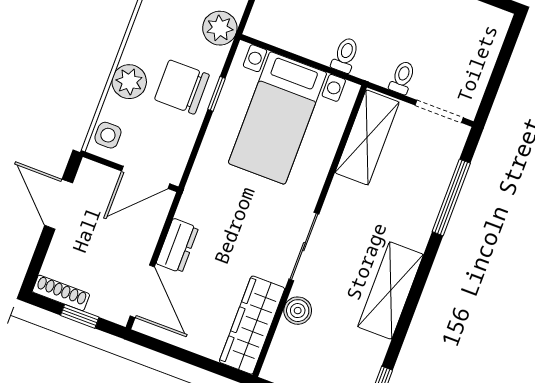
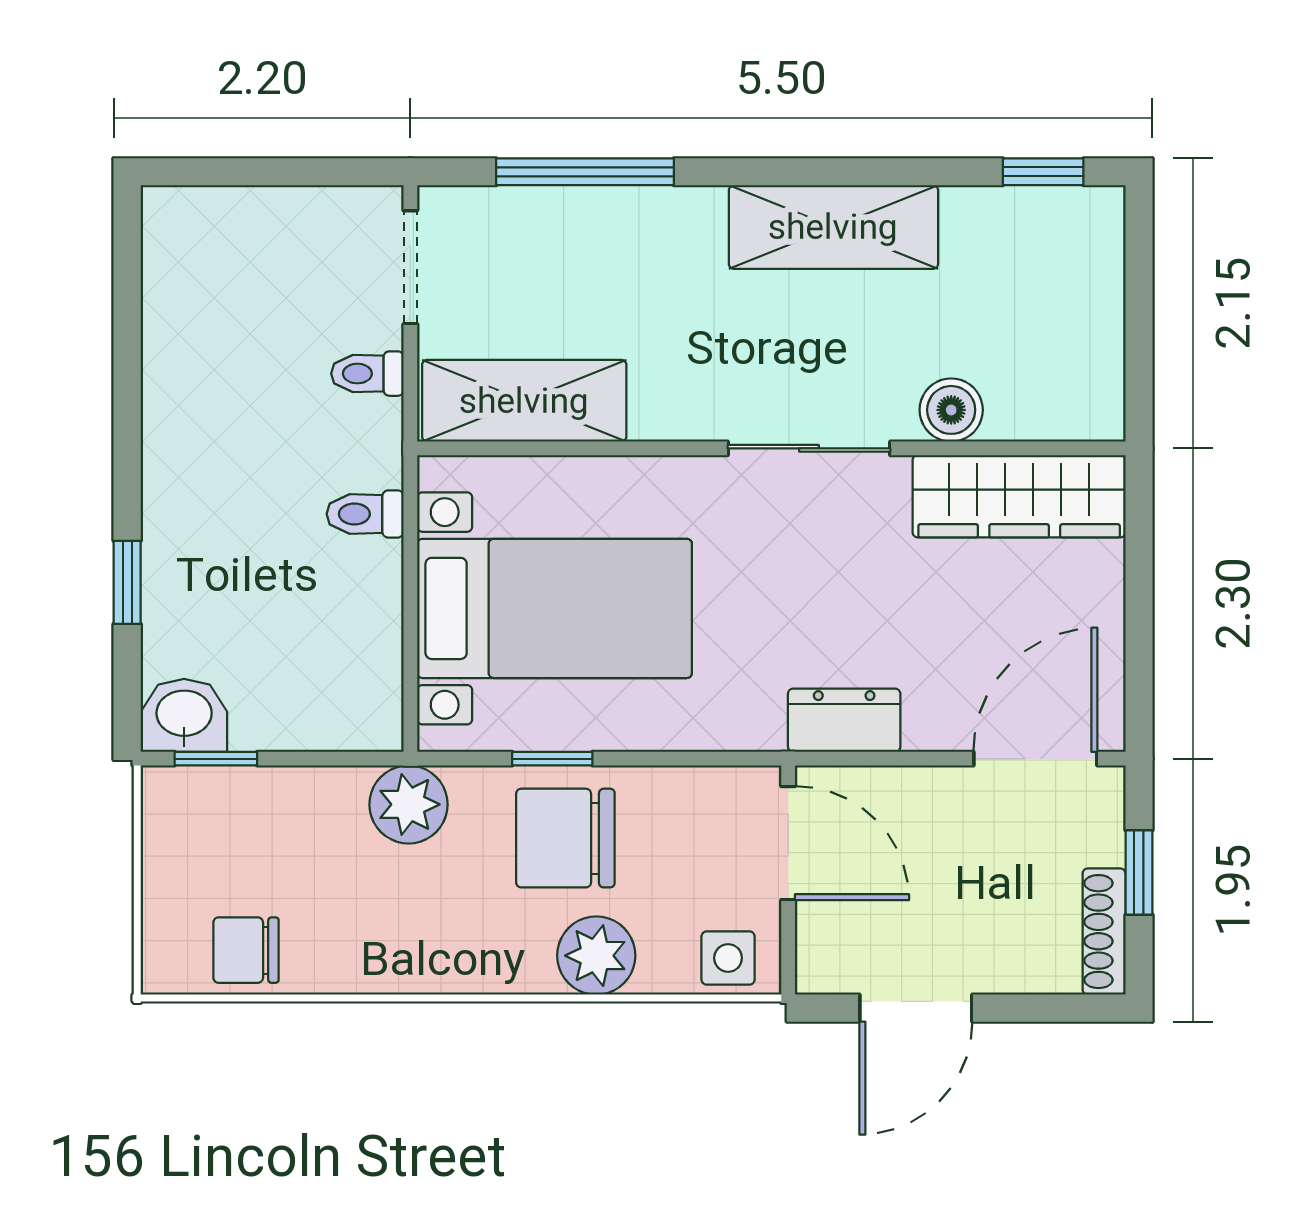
chair: (182, 87) -> (565, 838), turned 90
dresser: (177, 246) -> (844, 720), moved

